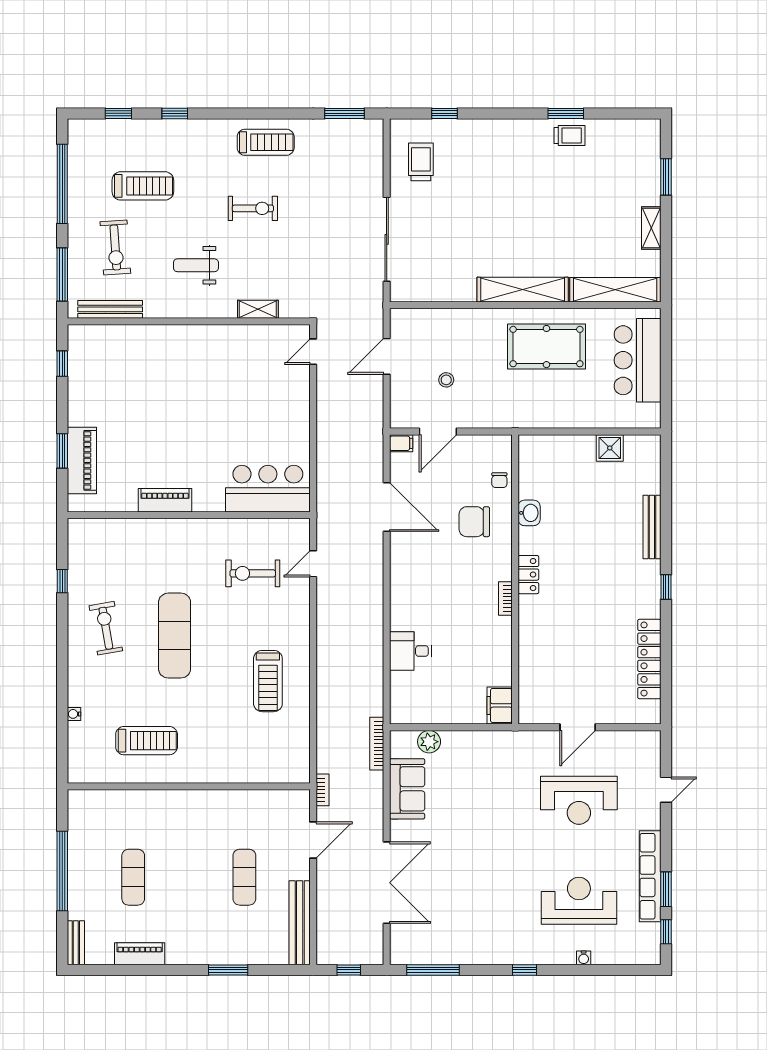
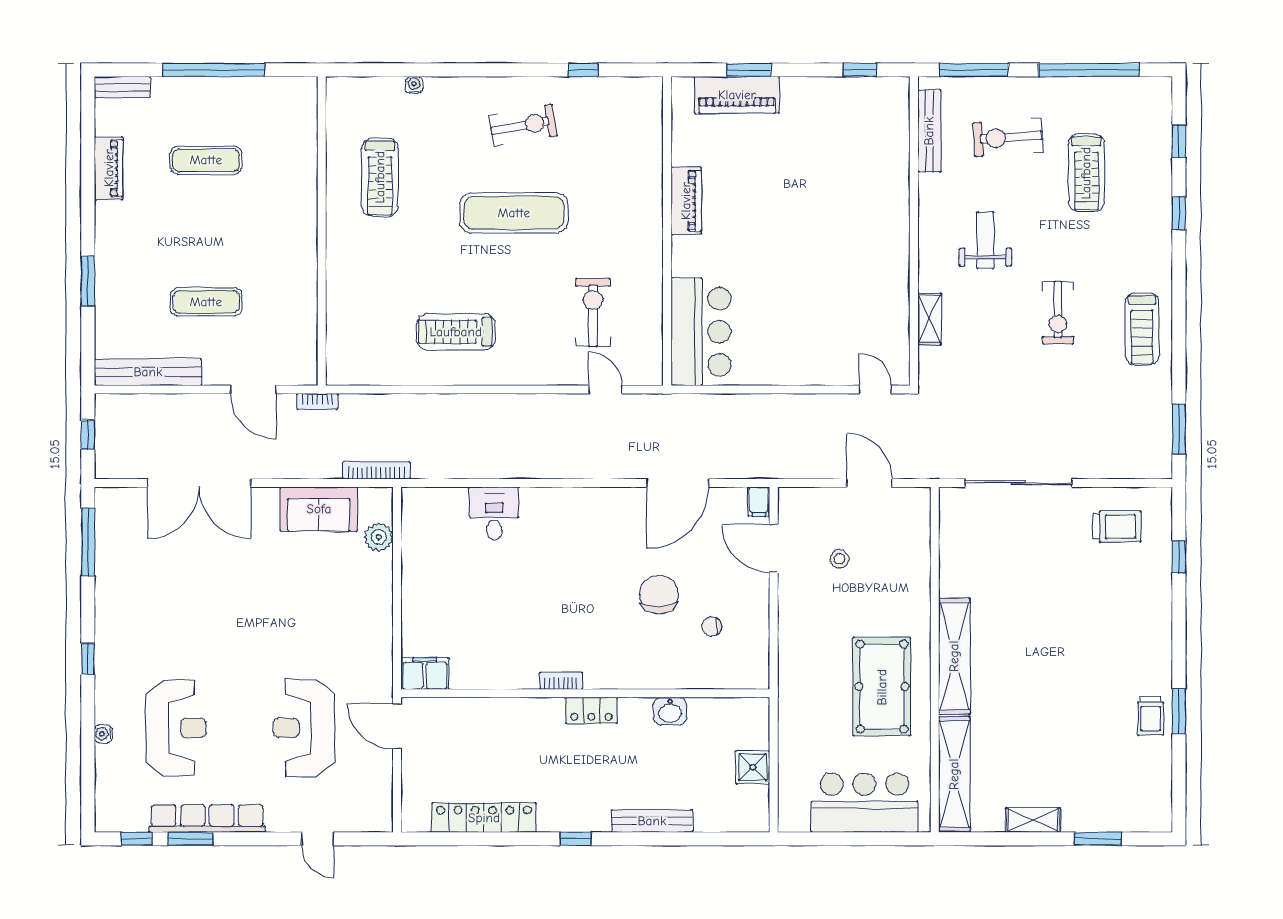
washbasin: (529, 513) -> (670, 711), moved
locker: (528, 575) -> (591, 710), moved
wall: (515, 579) -> (585, 693), moved
bookcase: (505, 599) -> (561, 681), moved
filing cabinet: (500, 705) -> (425, 674), moved

